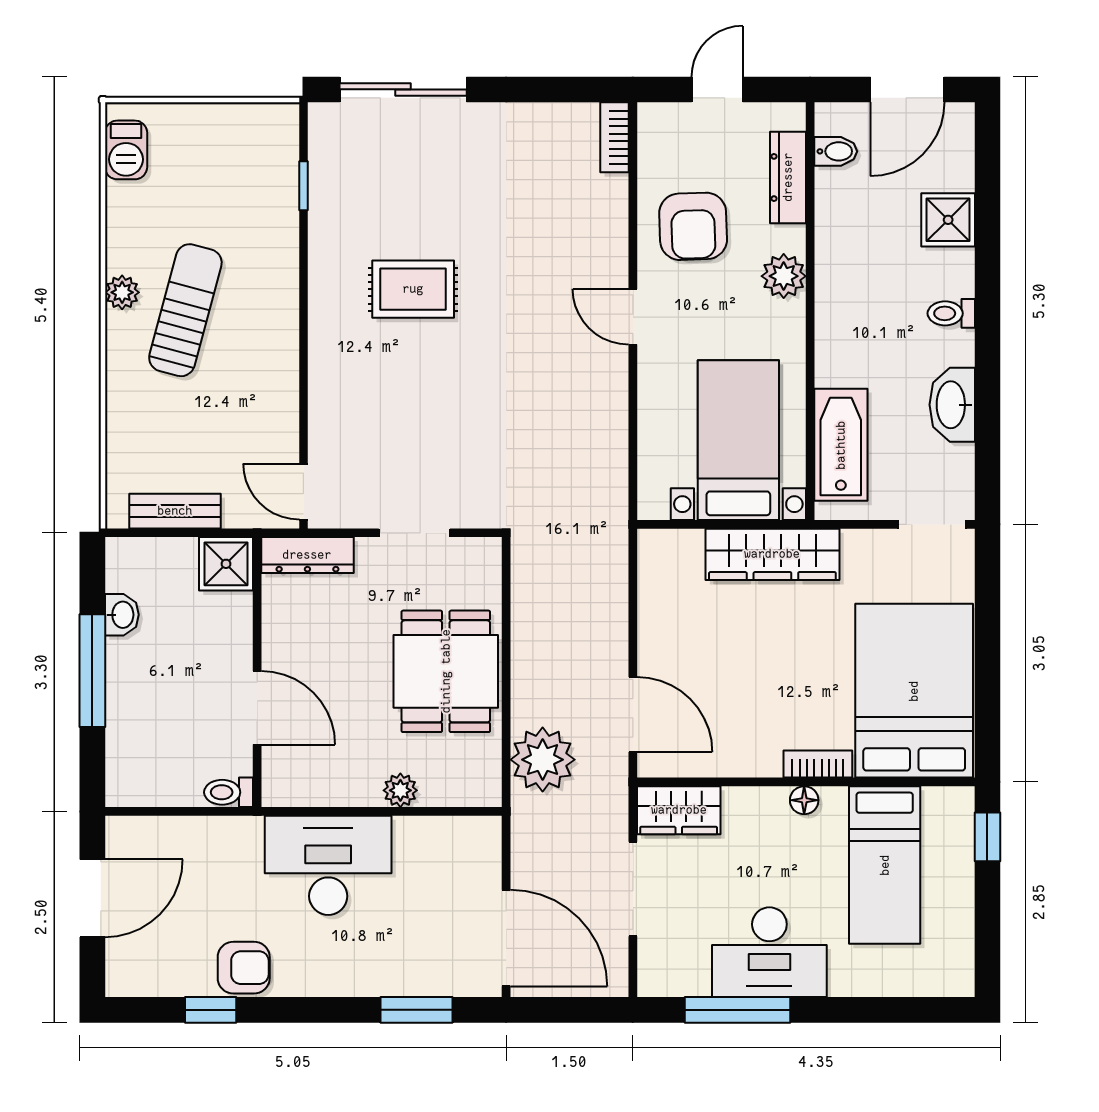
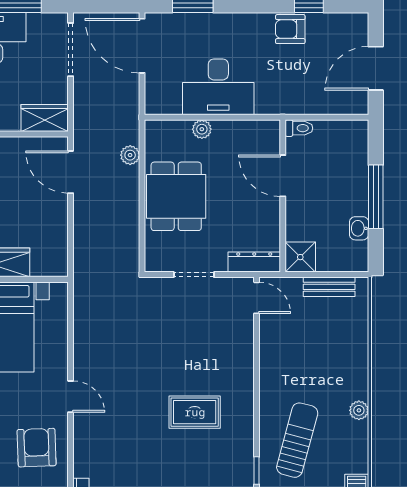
sun lounger: (185, 310) -> (297, 440), moved, turned 180
plant: (543, 760) -> (130, 155), width x0.53, depth x0.53
desk: (328, 865) -> (218, 87), moved
doorway: (633, 889) -> (71, 50), moved

